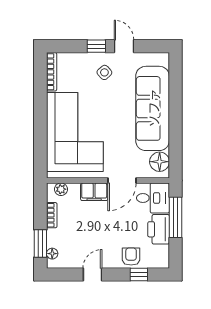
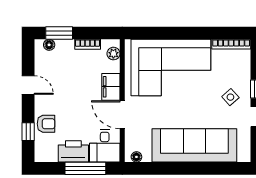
floor lamp: (160, 162) -> (136, 157), width x0.53, depth x0.53

